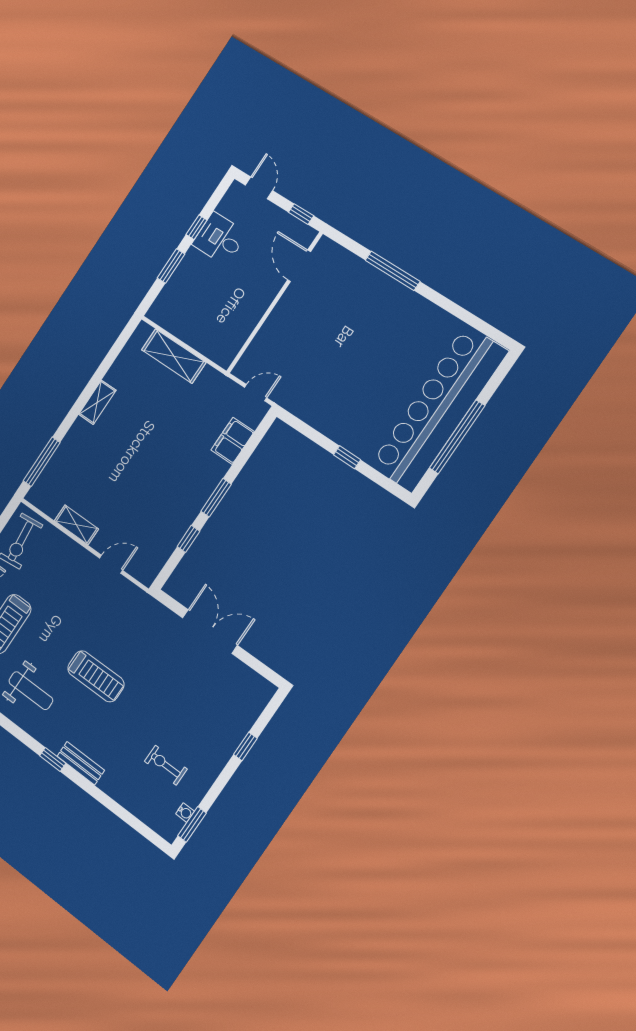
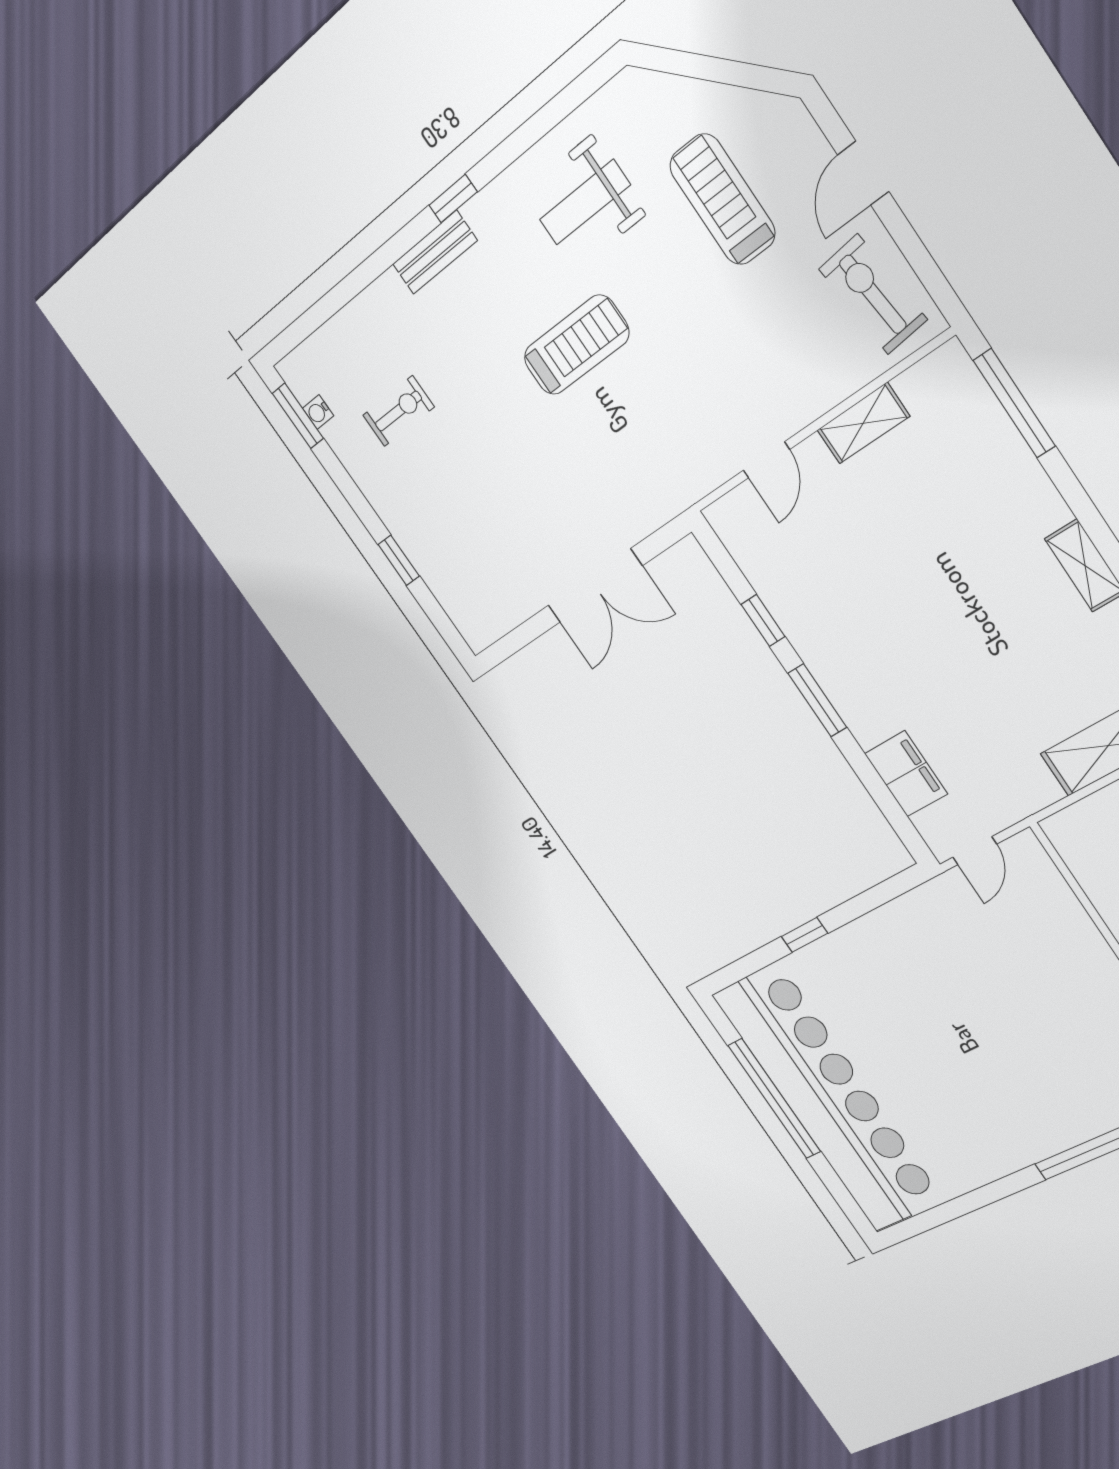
treadmill: (96, 676) -> (576, 345), turned 180

